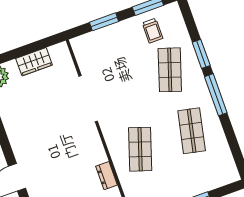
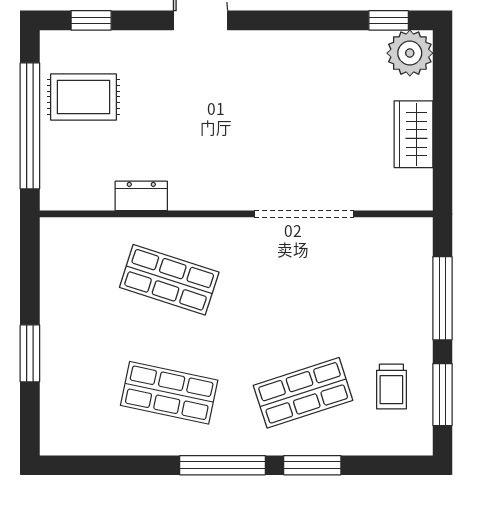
window: (104, 22) -> (442, 298), width x1.44
trolley: (153, 31) -> (391, 386), turned -90
shop shelf: (170, 70) -> (303, 393), turned -36

